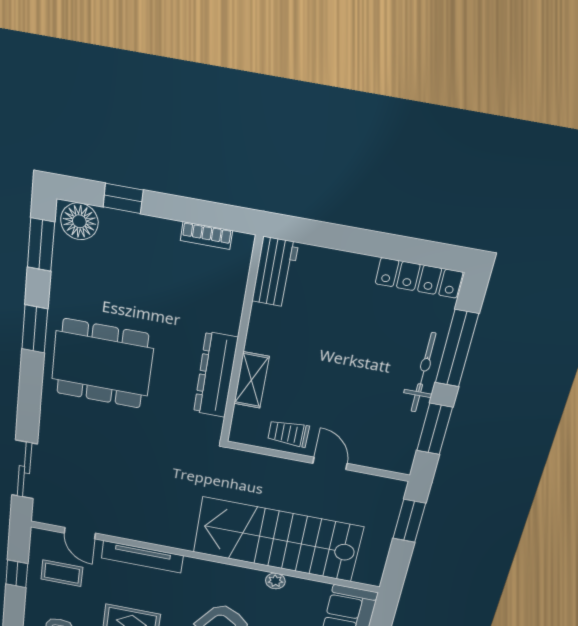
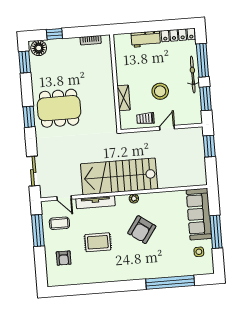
workbench: (275, 272) -> (146, 39), moved, turned 90
window: (35, 329) -> (29, 117), moved
dresser: (216, 375) -> (108, 100), removed
stool: (338, 388) -> (160, 91), added
door: (330, 463) -> (167, 128), hinge flipped
stairs: (278, 540) -> (119, 176), moved
window: (17, 574) -> (38, 231), width x2.17
plant: (275, 581) -> (134, 198), moved

